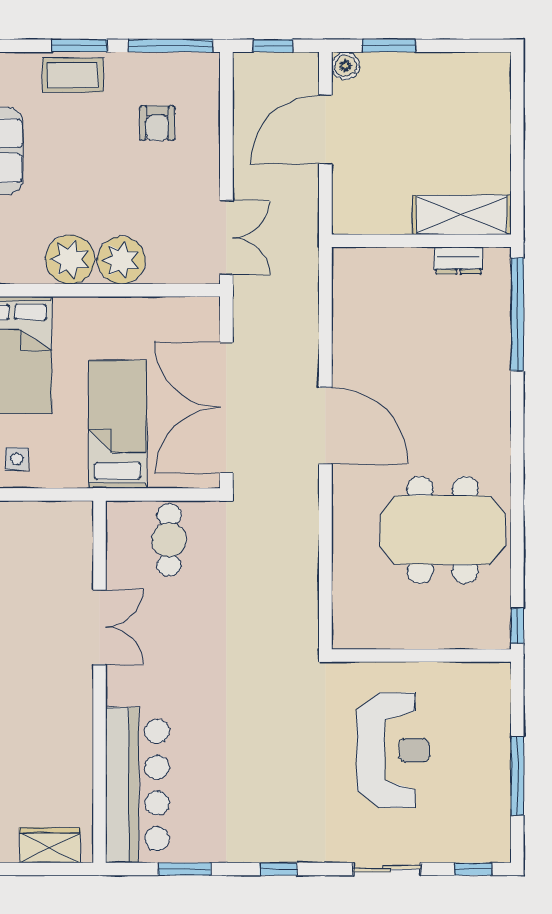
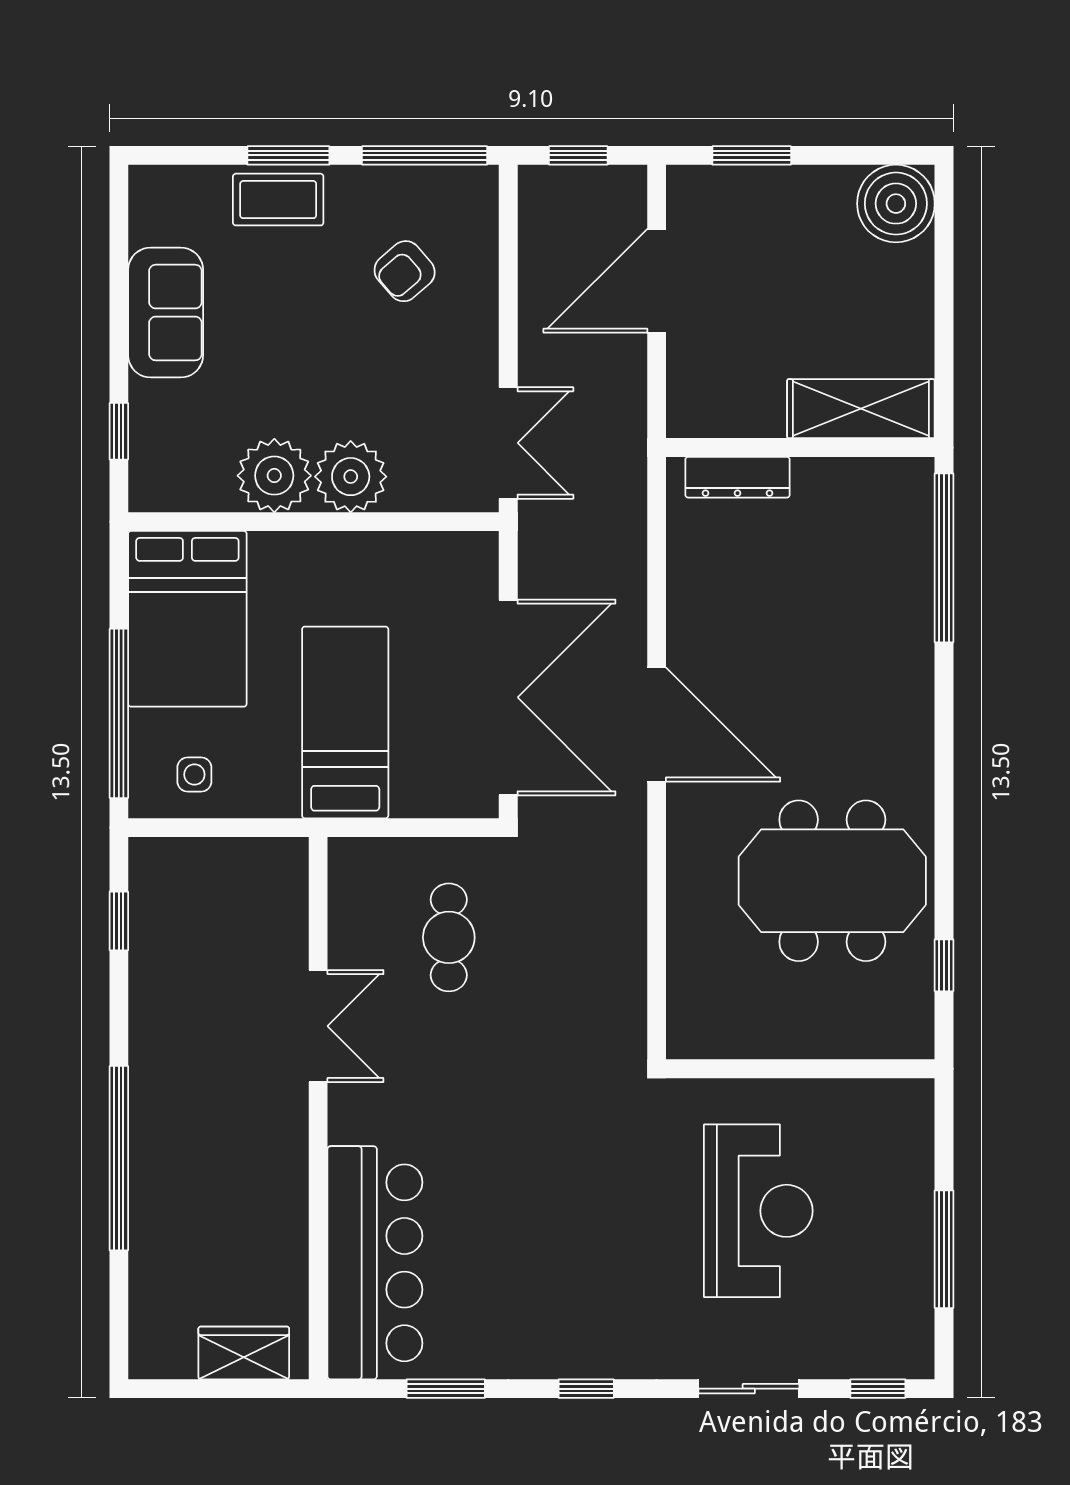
boiler: (346, 66) -> (896, 204), moved, width x1.86, depth x1.86
armchair: (157, 123) -> (405, 271), turned 49
dresser: (458, 261) -> (737, 477), moved, width x1.44
double door: (226, 408) -> (508, 697), swing flipped
cafe table: (169, 540) -> (449, 937), moved
window: (517, 626) -> (944, 965), moved

